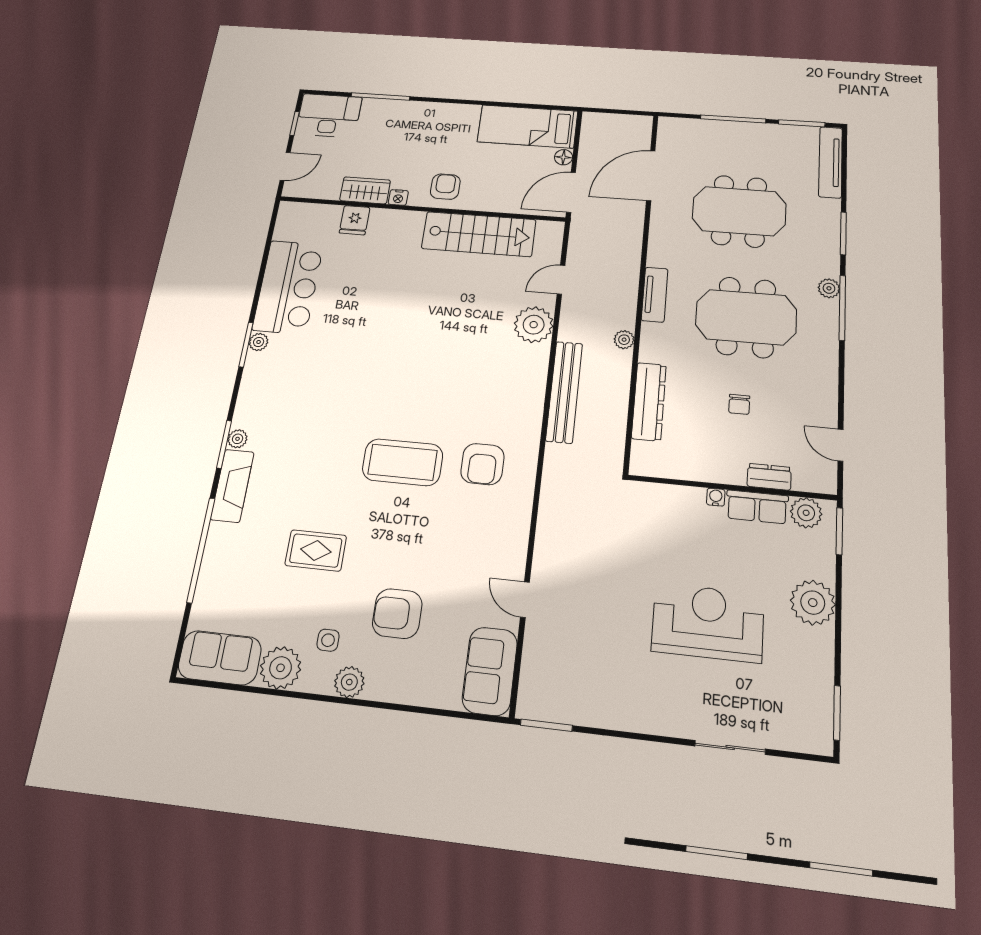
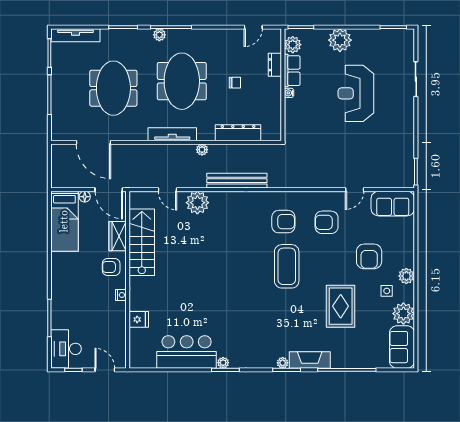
wardrobe: (365, 190) -> (118, 236), moved
tv unit: (655, 295) -> (172, 134), width x1.41
armchair: (471, 541) -> (327, 222), added
rug: (316, 551) -> (341, 306), width x1.36, depth x1.43

